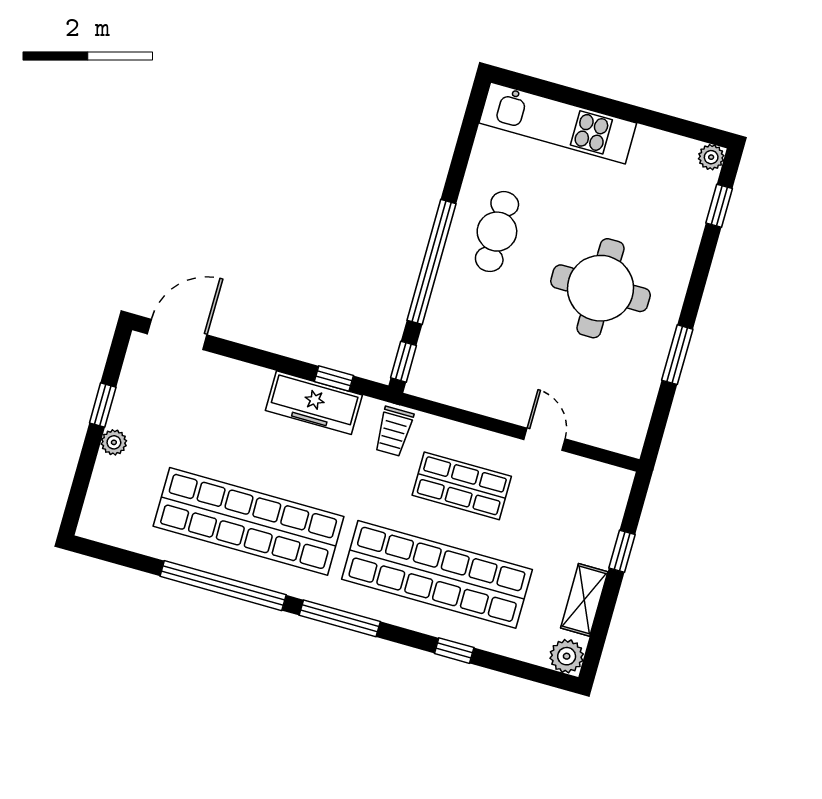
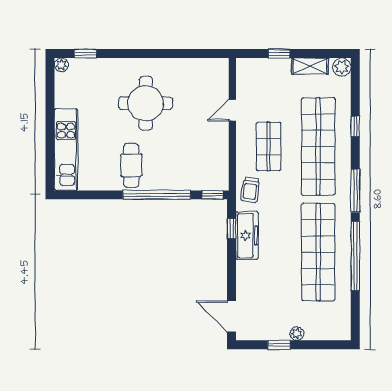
cafe table: (497, 232) -> (131, 165), turned 90
window: (677, 355) -> (169, 54), removed
trolley: (394, 431) -> (250, 190), turned 98

